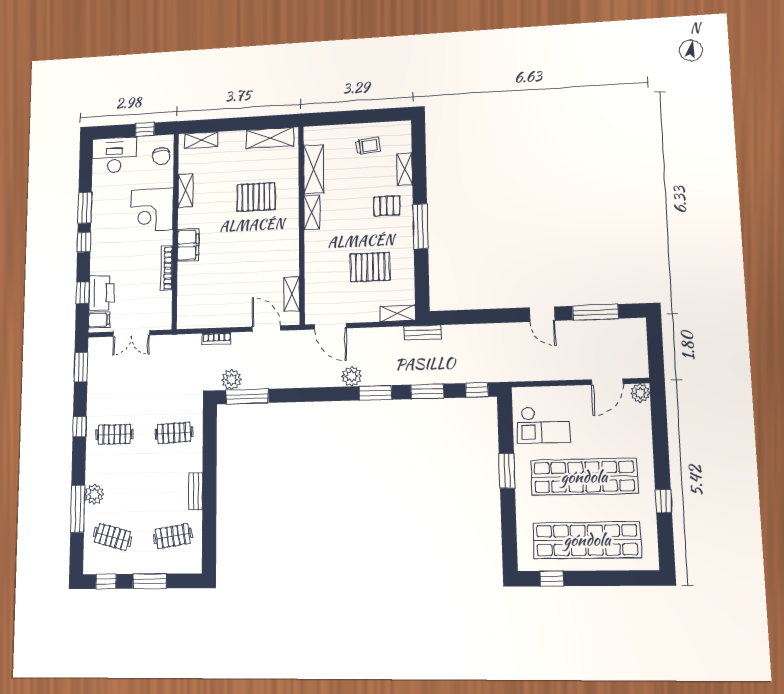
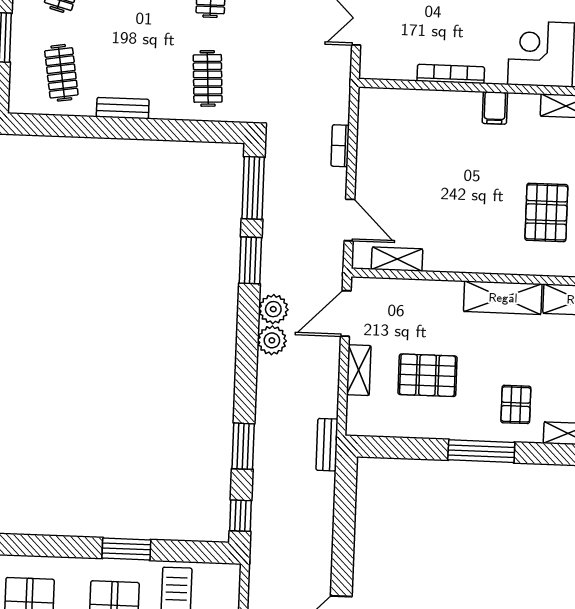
shelving: (312, 212) -> (503, 298), width x1.50, depth x1.33
filing cabinet: (188, 245) -> (495, 108), width x0.50
pallet: (370, 267) -> (428, 375), turned 90
shelving: (398, 313) -> (359, 370), moved
door: (266, 329) -> (349, 220), hinge flipped
plant: (232, 380) -> (273, 309), moved
window: (375, 393) -> (250, 260), moved

